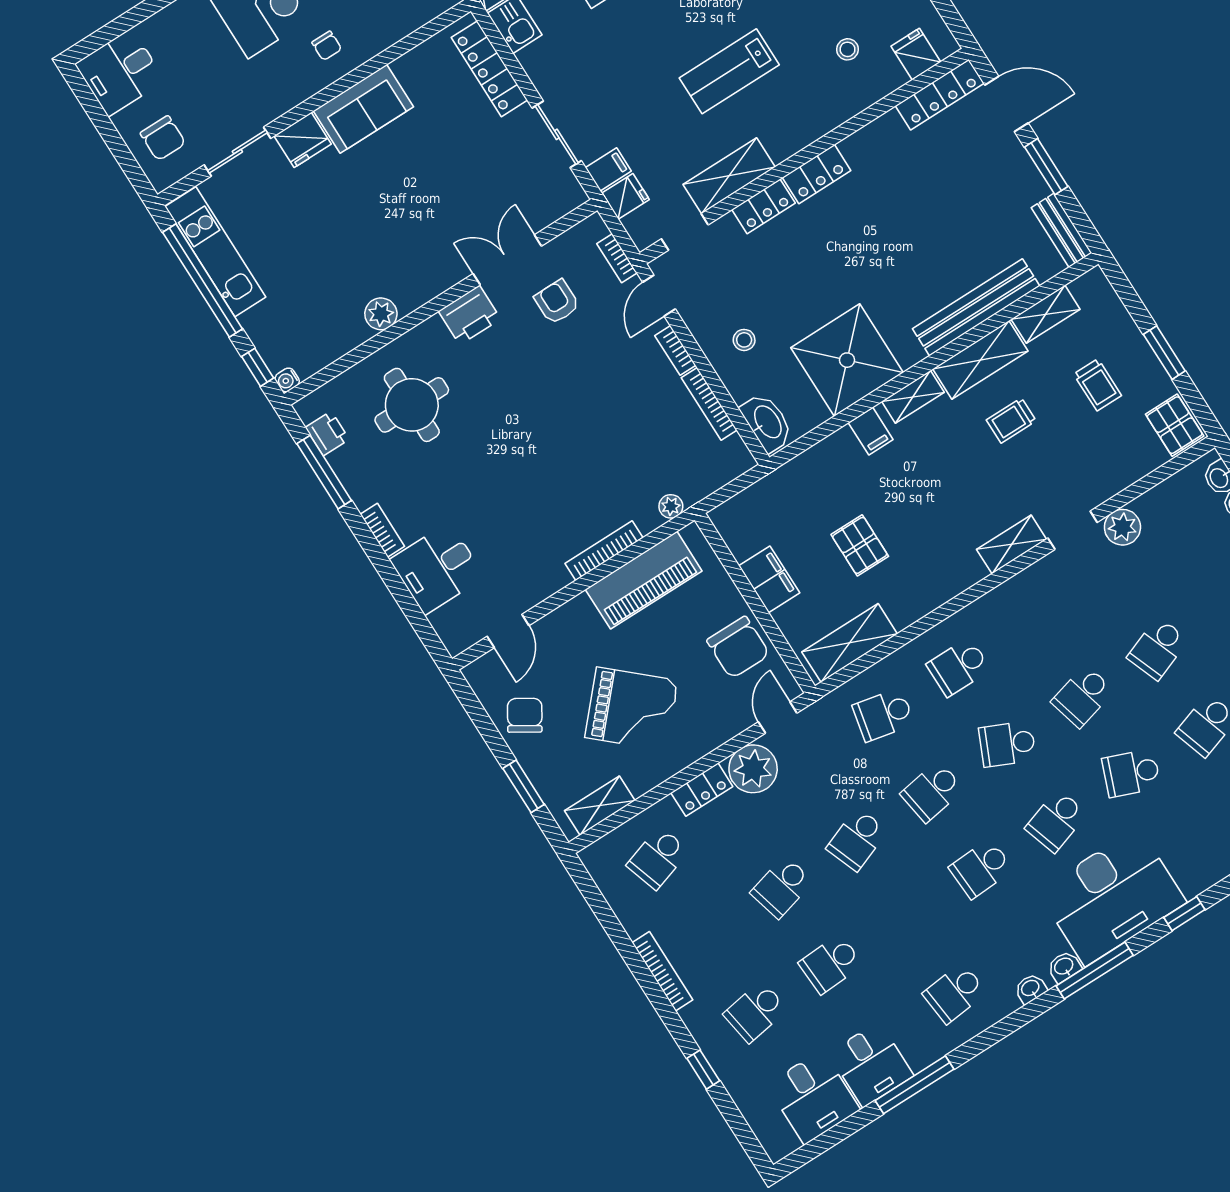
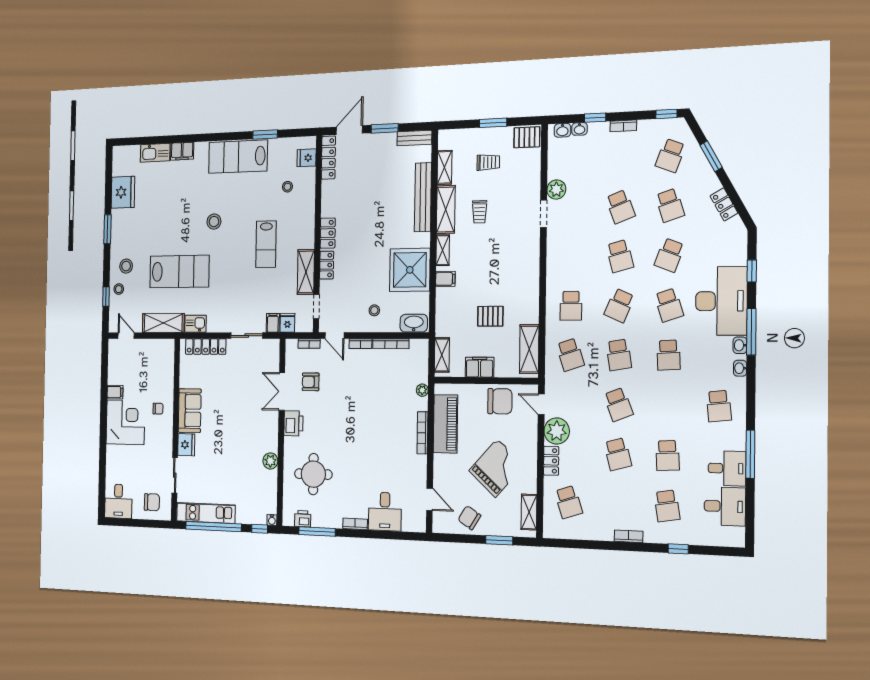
shelving: (1012, 544) -> (442, 355), moved
school desk: (883, 715) -> (570, 355), turned -30
bookcase: (662, 971) -> (629, 536), width x0.64

